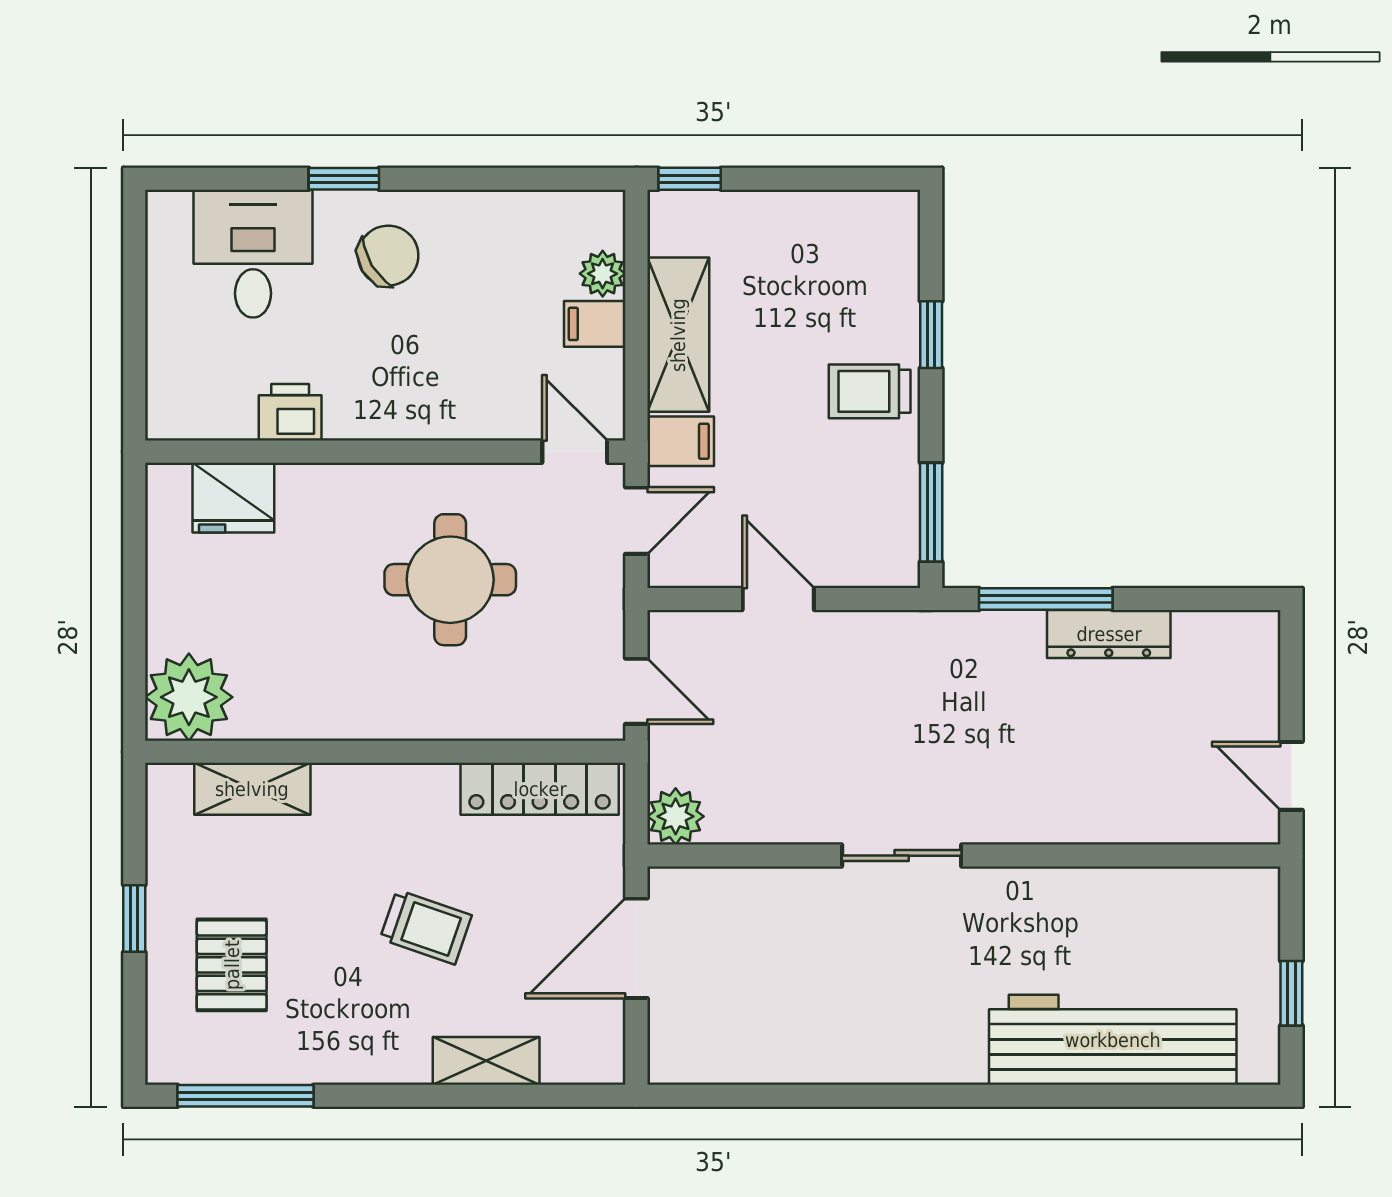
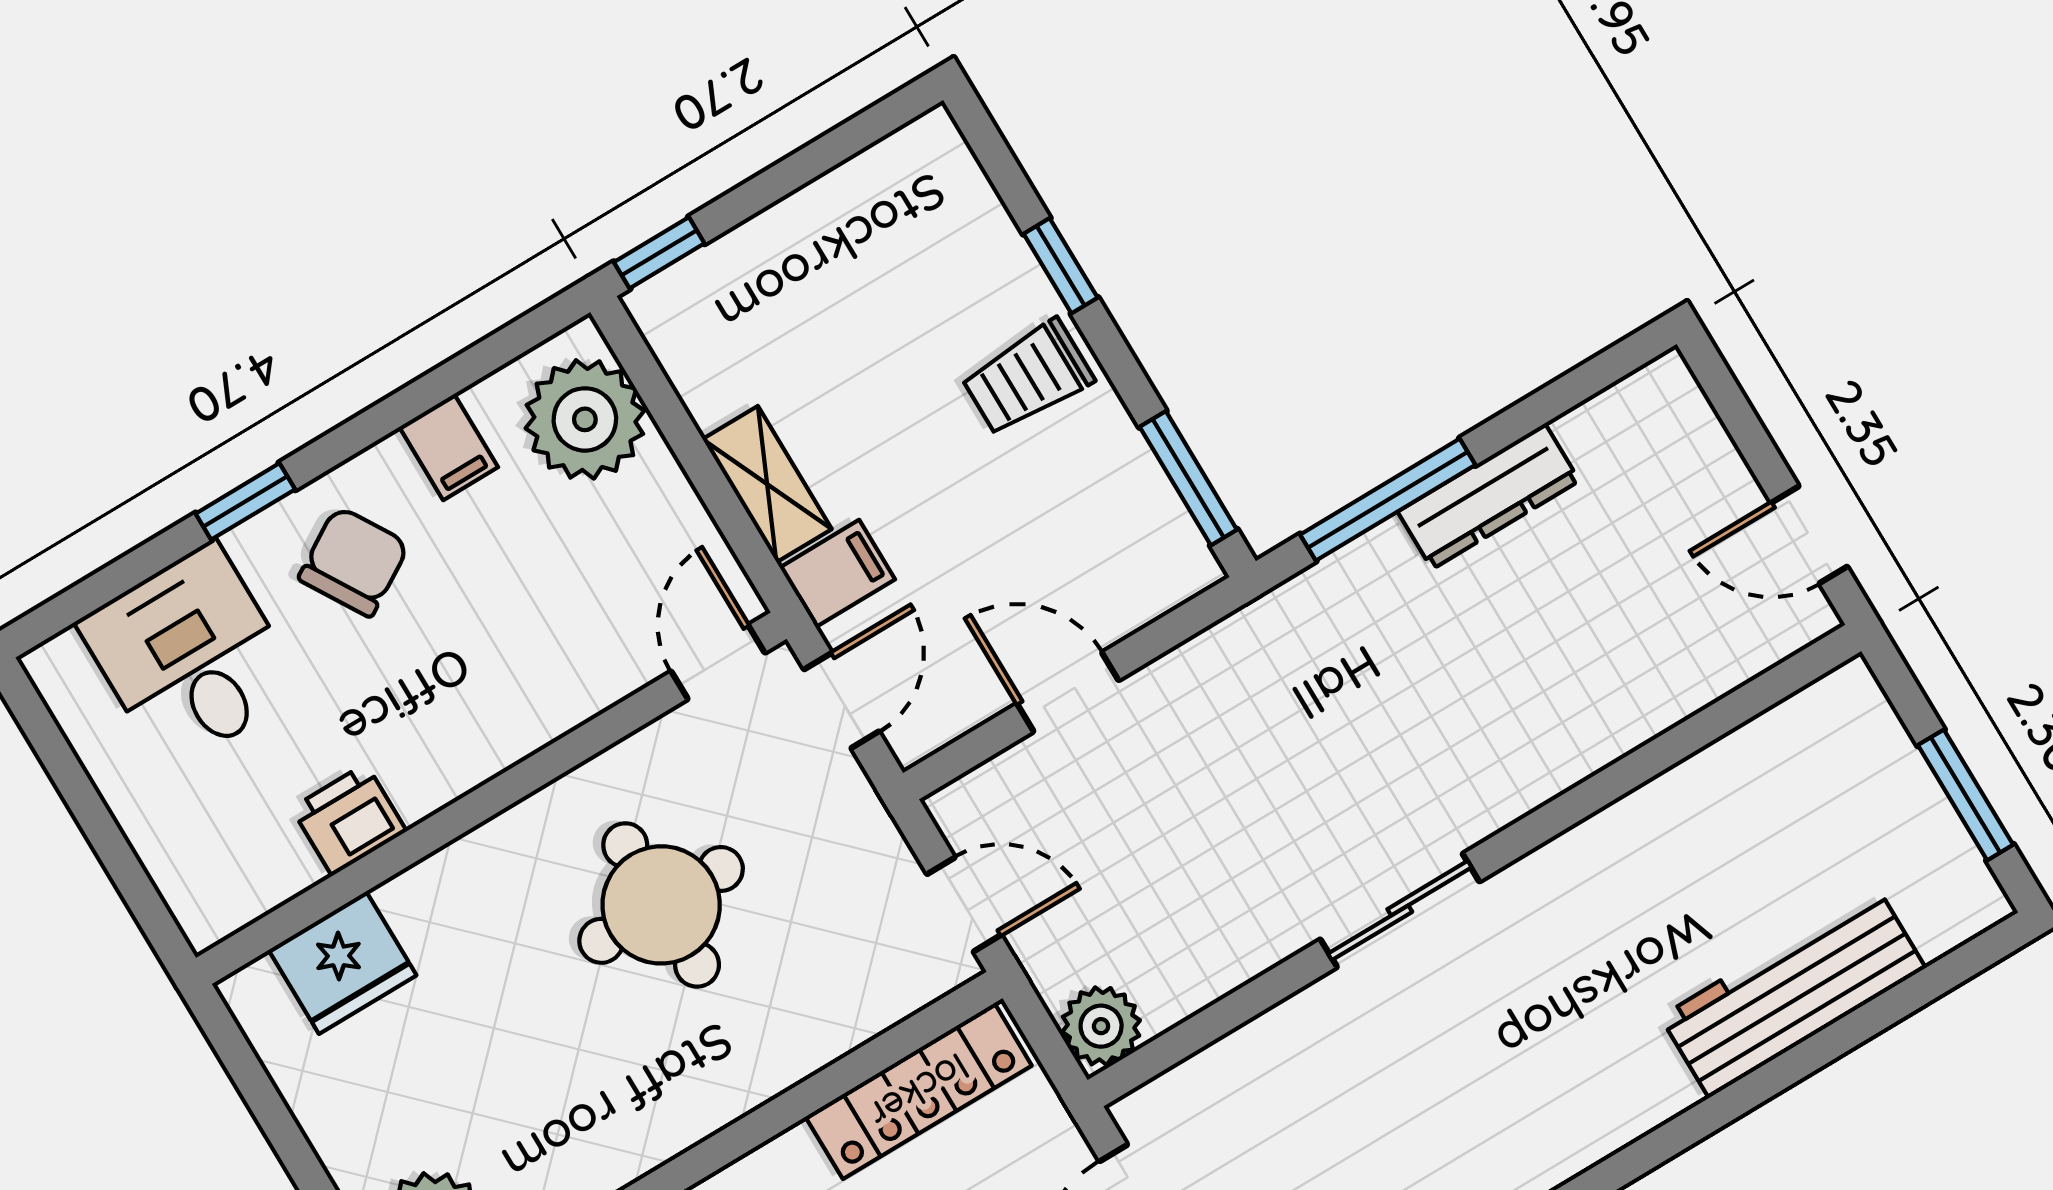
plant: (603, 274) -> (585, 419), width x1.88, depth x1.88
filing cabinet: (595, 324) -> (449, 447), moved, turned -90
shelving: (678, 335) -> (767, 484), width x0.67, depth x0.75
door: (575, 452) -> (718, 662), hinge flipped
window: (1291, 993) -> (1965, 795), width x1.50
workbench: (1113, 1040) -> (1793, 992), width x0.73, depth x0.76

